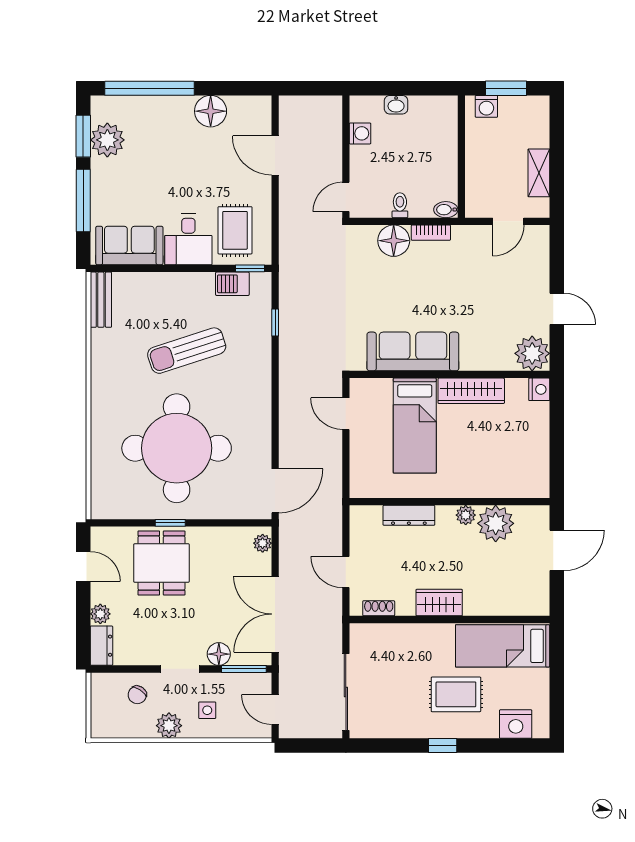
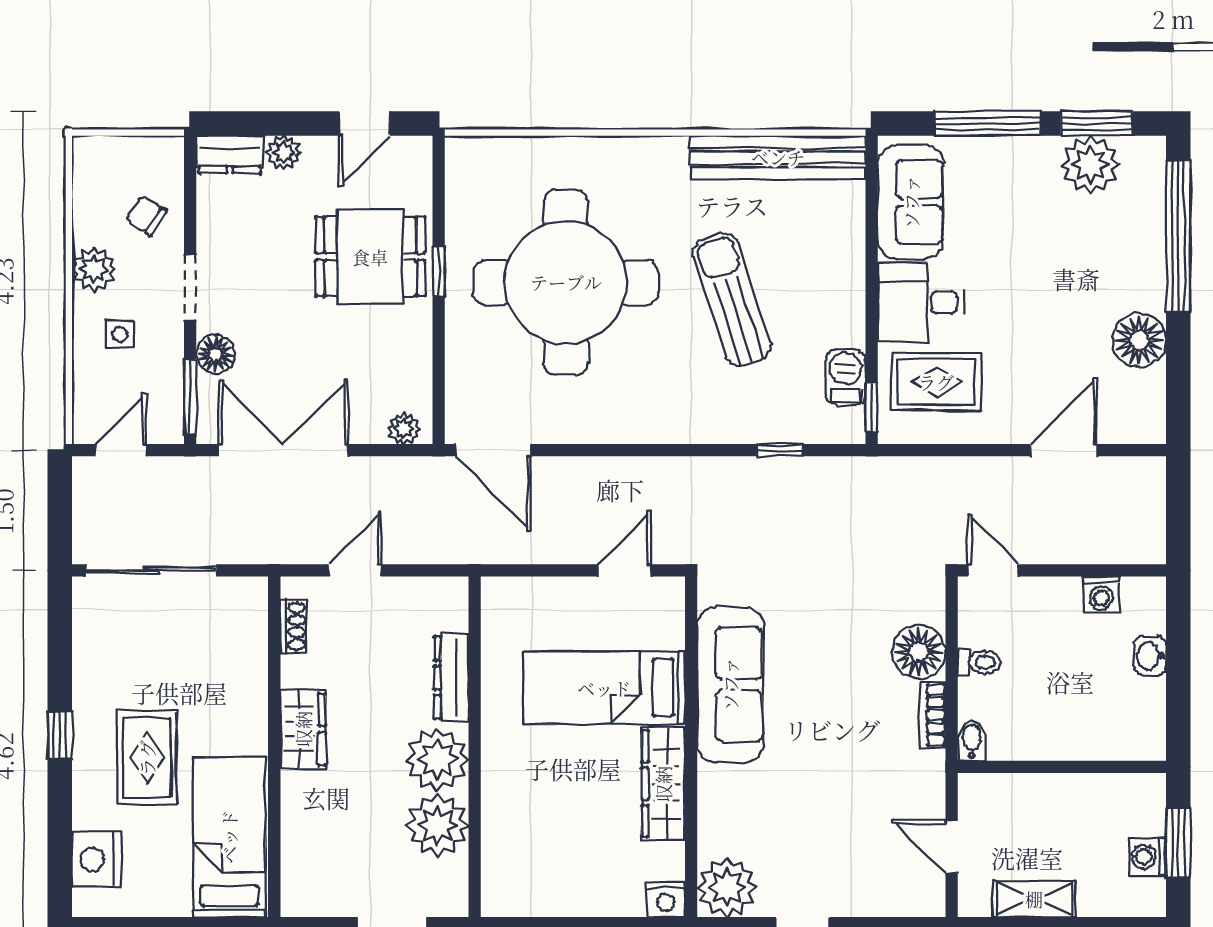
washing machine: (486, 106) -> (1147, 857), moved
bench: (101, 300) -> (778, 157), width x1.86, depth x1.21
plant: (466, 515) -> (437, 760), width x1.87, depth x1.87

